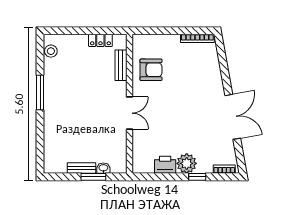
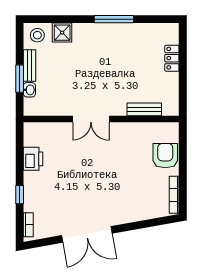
locker: (100, 40) -> (172, 58), moved
stool: (51, 51) -> (37, 35), moved
armchair: (151, 70) -> (165, 156), moved, turned 180
shower: (52, 139) -> (62, 33), added
plant: (187, 163) -> (35, 183), removed

